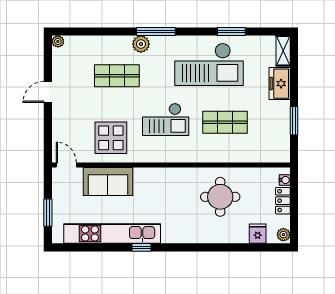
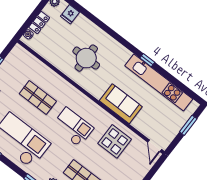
sofa: (108, 181) -> (121, 104), moved
round table: (220, 197) -> (86, 58), moved

